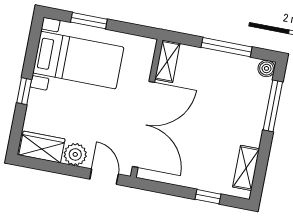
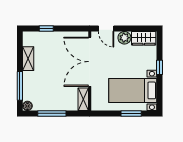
shelving: (246, 168) -> (28, 59), moved

